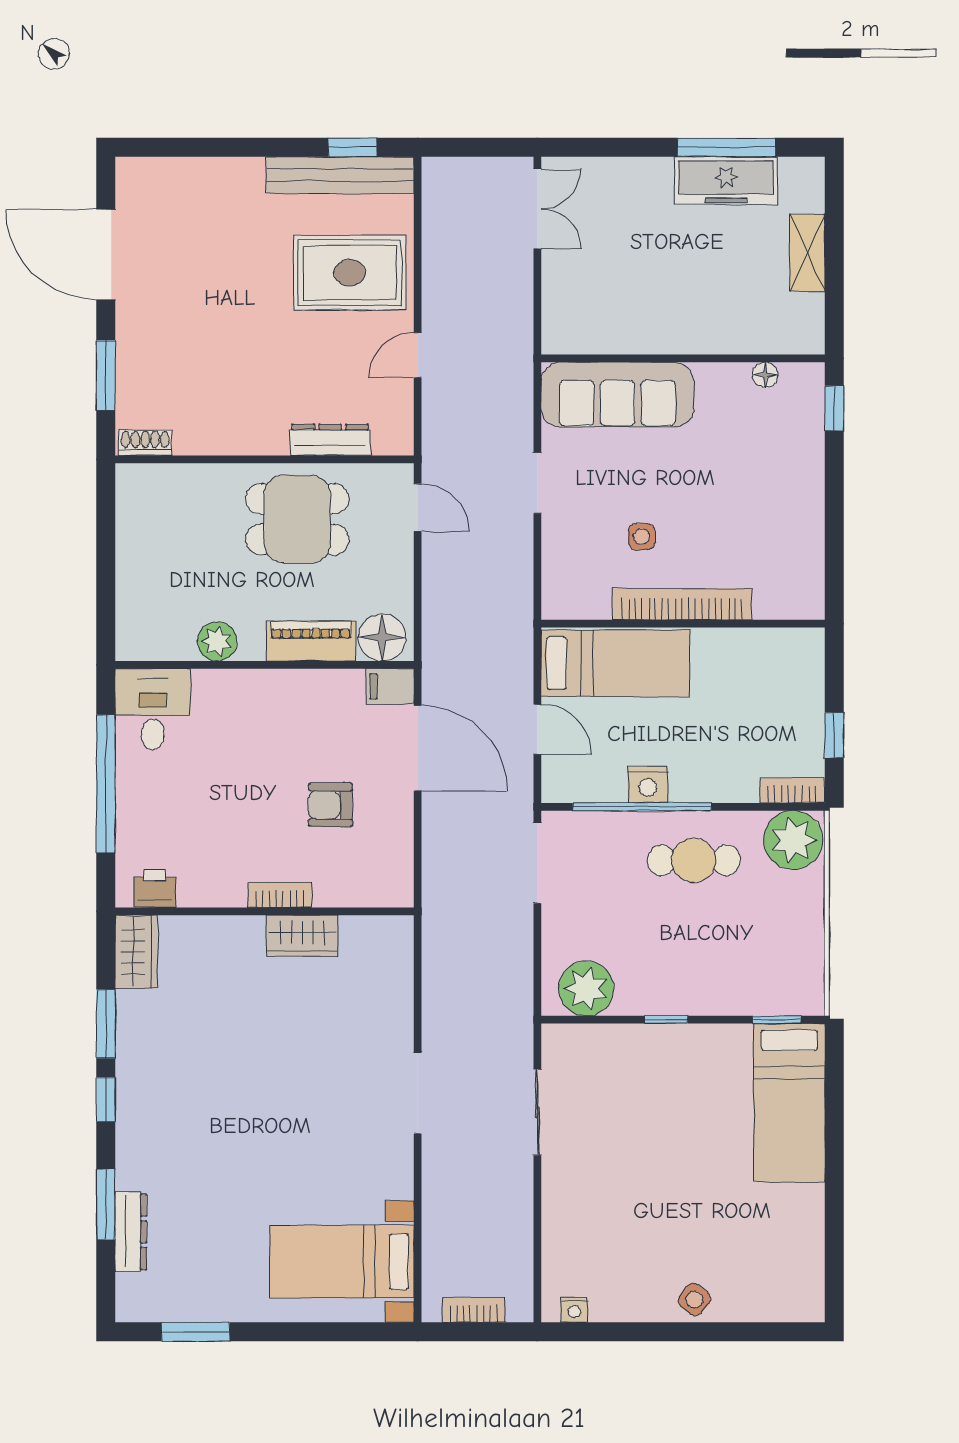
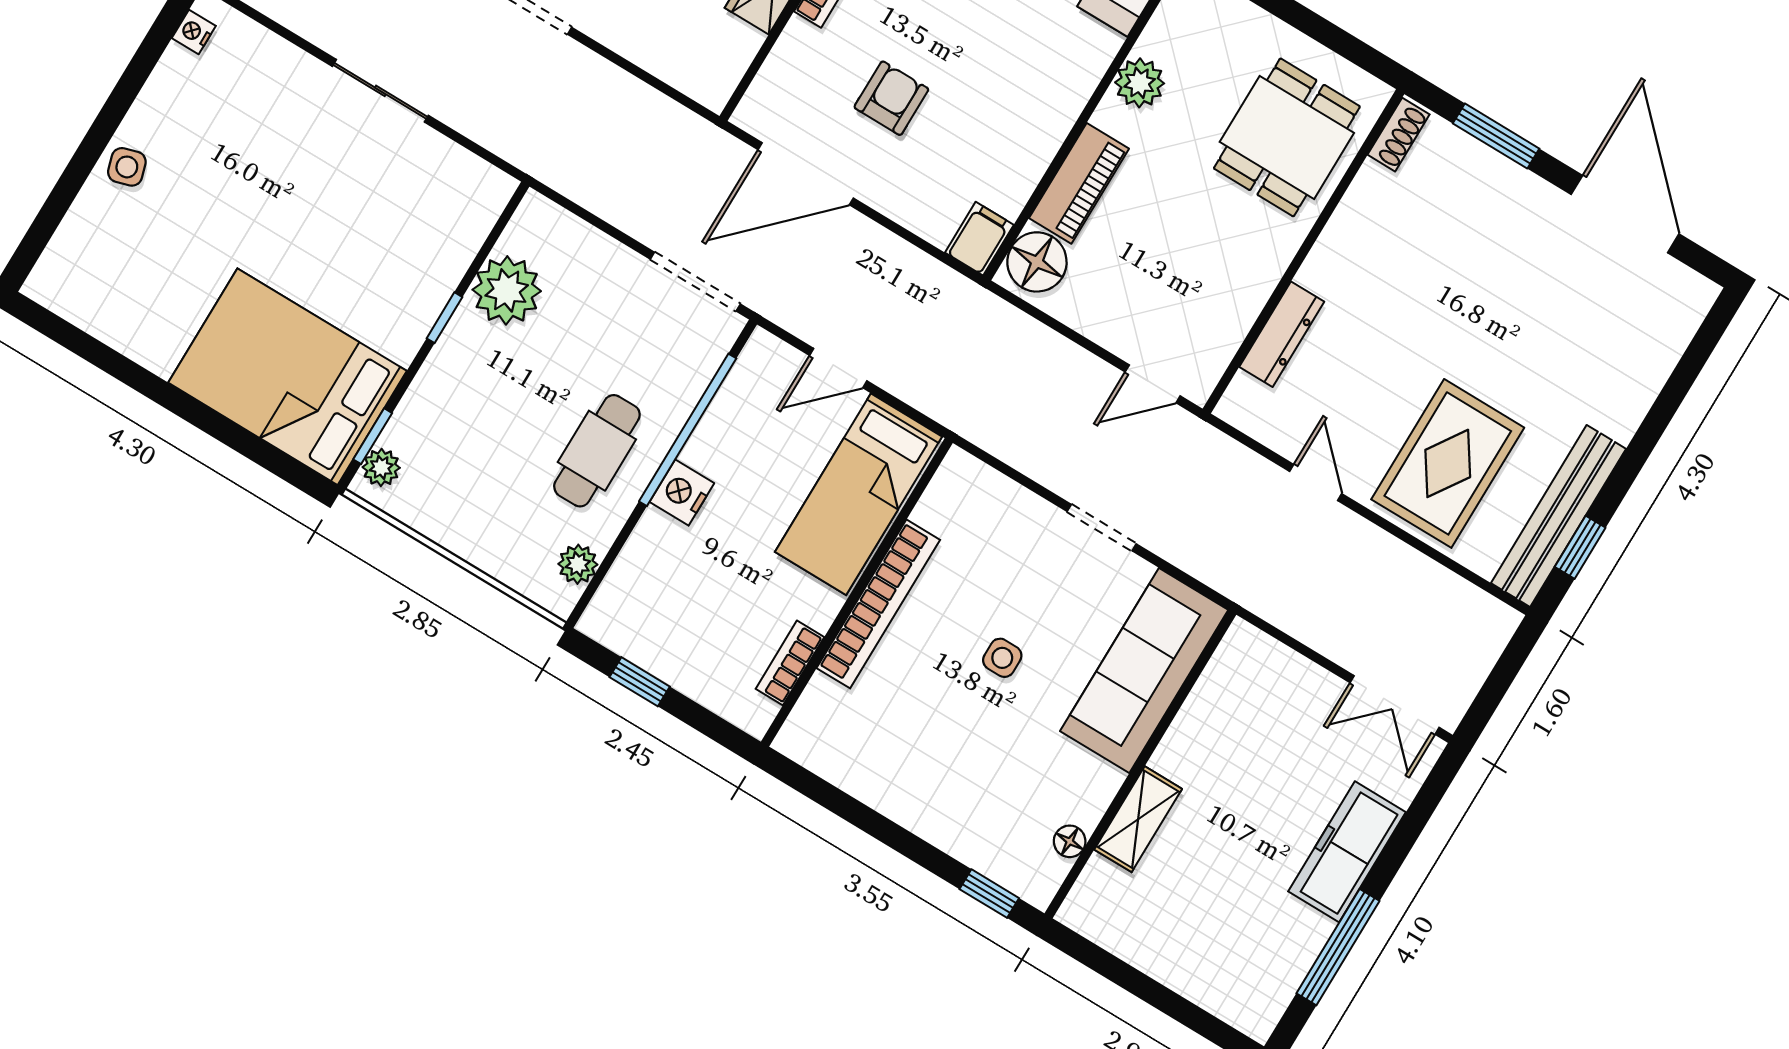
freezer: (726, 181) -> (1347, 852), moved
shelving: (807, 253) -> (1138, 819), moved, turned 90
door: (106, 255) -> (1625, 214), hinge flipped
dining table: (297, 519) -> (1287, 137), moved
side table: (642, 537) -> (1002, 658), moved
door: (418, 748) -> (806, 174), moved
nightstand: (648, 785) -> (682, 493), moved
bookcase: (792, 790) -> (790, 663), moved, turned 180
plant: (793, 840) -> (578, 564), width x0.53, depth x0.53
plant: (586, 988) -> (507, 290), moved
plant: (795, 1001) -> (381, 467), added
bed: (789, 1103) -> (287, 377), width x1.50
sliding door: (537, 1112) -> (380, 91), moved
side table: (694, 1300) -> (127, 167), turned 34

